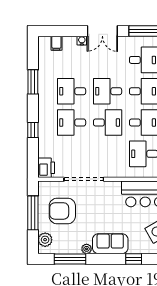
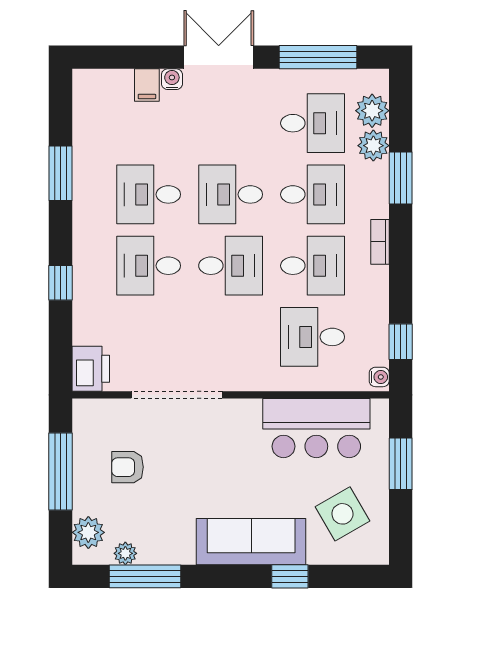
double door: (102, 31) -> (219, 57), swing flipped
filing cabinet: (56, 43) -> (147, 85), moved
armchair: (62, 211) -> (128, 467), width x0.53, depth x0.53
sofa: (110, 244) -> (251, 542), width x1.36
plant: (87, 249) -> (125, 553), moved

